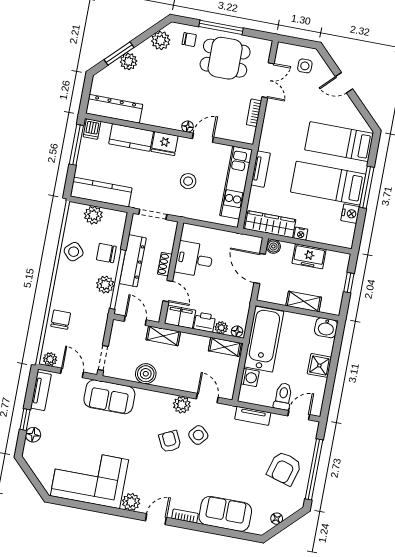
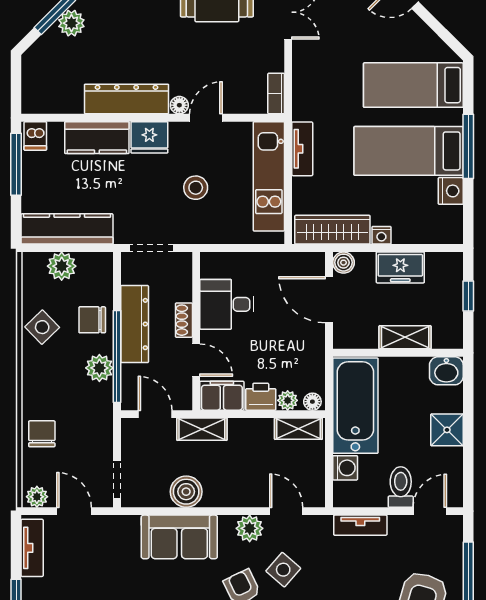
dresser: (114, 109) -> (126, 99), moved
bookcase: (254, 113) -> (276, 94), moved
sofa: (109, 397) -> (179, 537), moved

